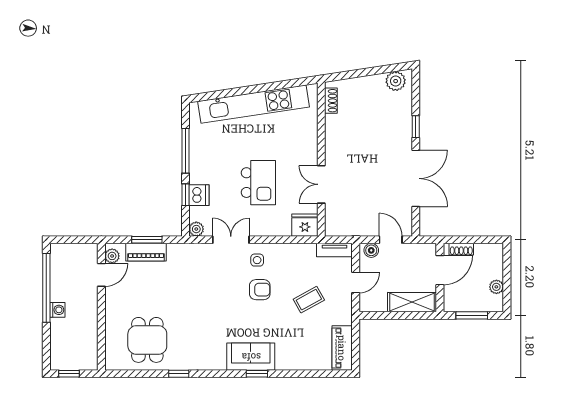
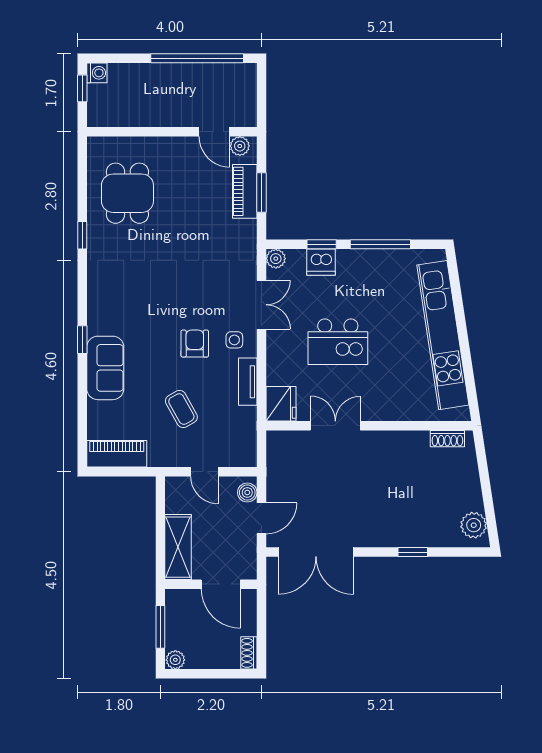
double door: (416, 178) -> (316, 552), moved
shoe rack: (461, 249) -> (249, 653), moved
tv unit: (334, 250) -> (248, 382), moved
plant: (496, 287) -> (175, 660), moved
armchair: (260, 290) -> (195, 344), turned 180
washing machine: (57, 310) -> (97, 73), moved, turned -90
dining table: (147, 340) -> (127, 193), turned 90
sofa: (251, 357) -> (105, 368), moved

